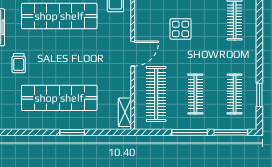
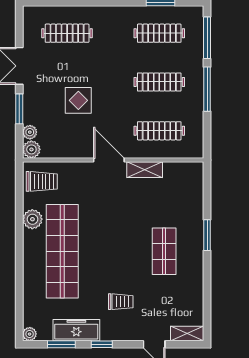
clothes rail: (156, 94) -> (159, 131), width x0.73, depth x0.76
shop shelf: (59, 98) -> (164, 251), width x0.50, depth x0.74
shelving: (125, 112) -> (145, 170), moved

